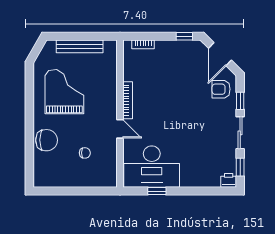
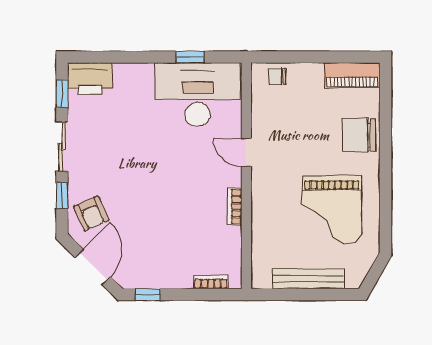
armchair: (221, 89) -> (91, 213), turned 66
bookcase: (128, 100) -> (235, 207), width x0.64
chair: (85, 153) -> (277, 76), moved
piano: (51, 179) -> (352, 75), added
printer: (229, 180) -> (90, 79), width x1.87, depth x1.48

